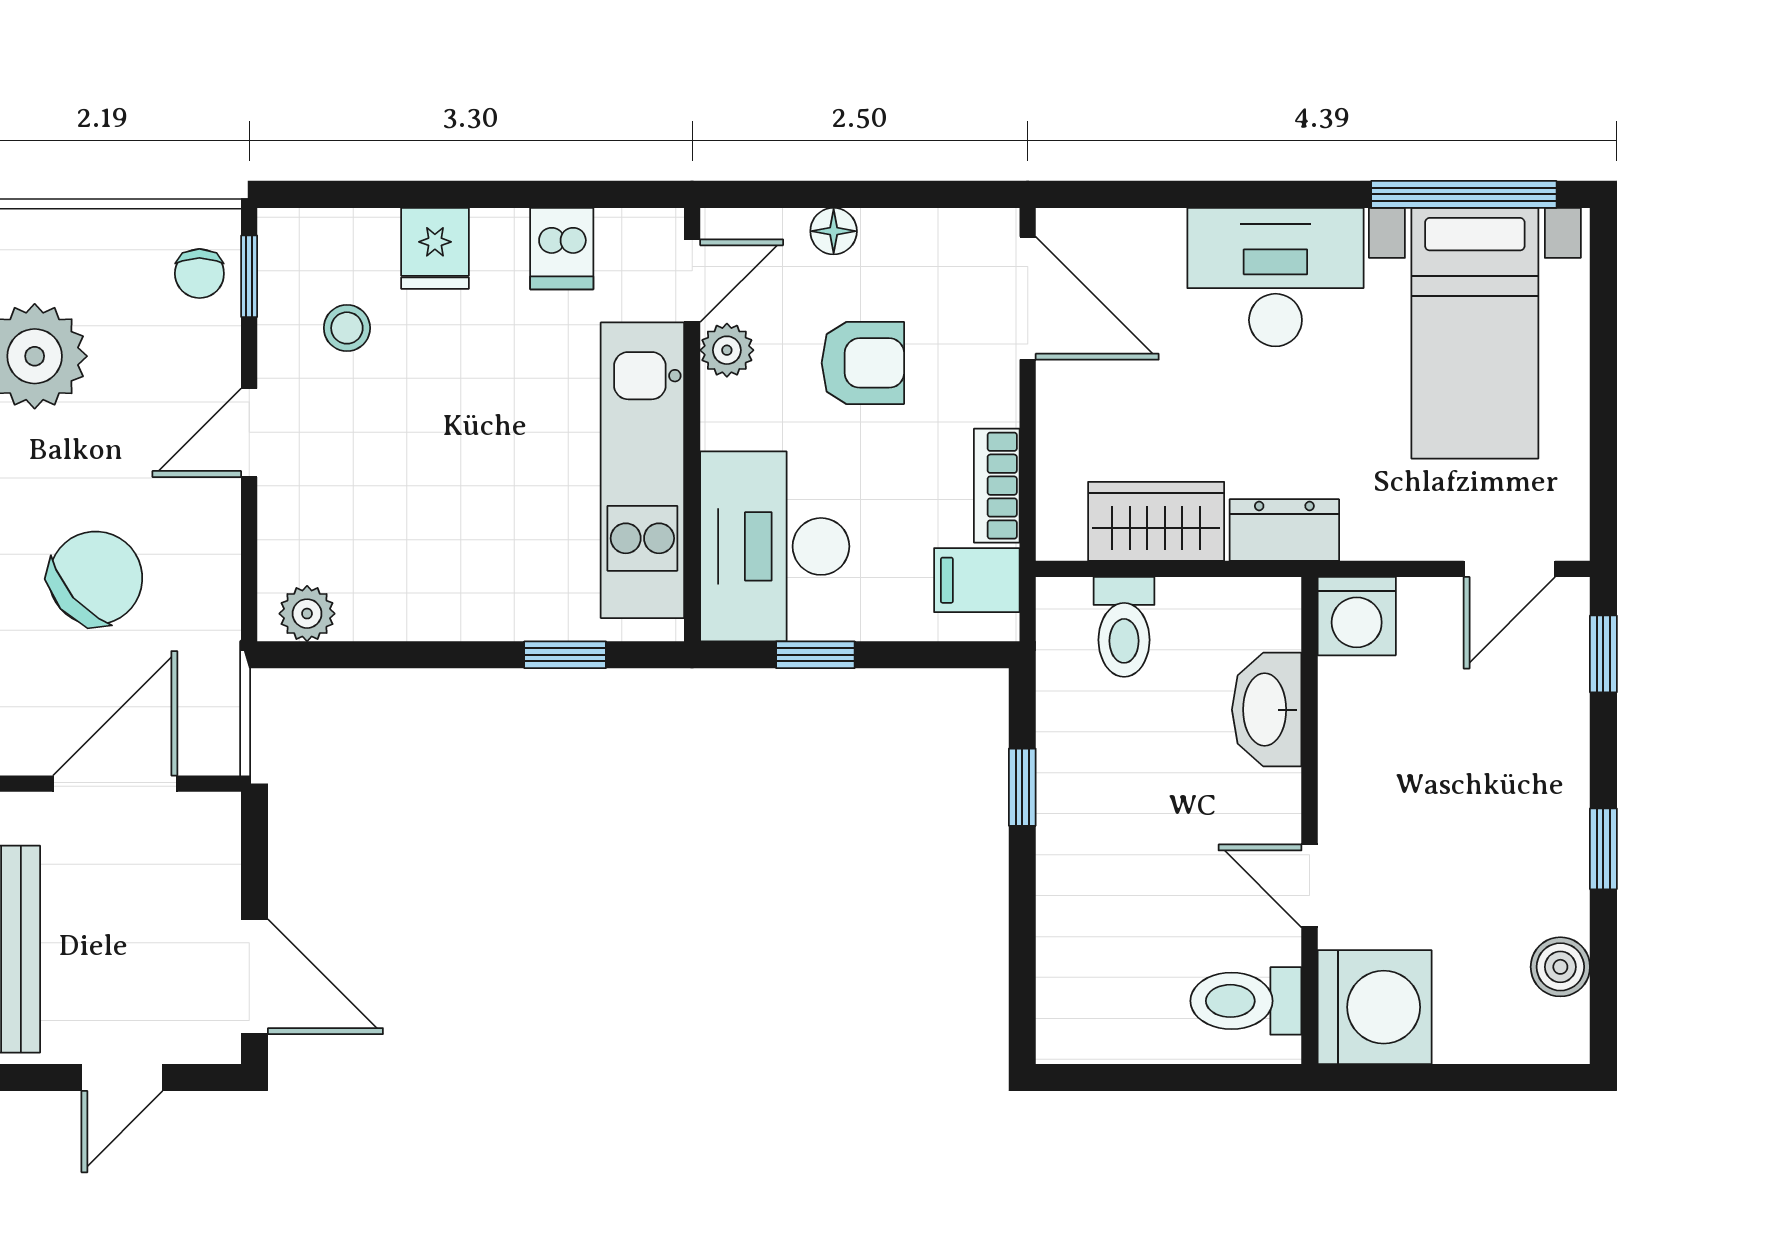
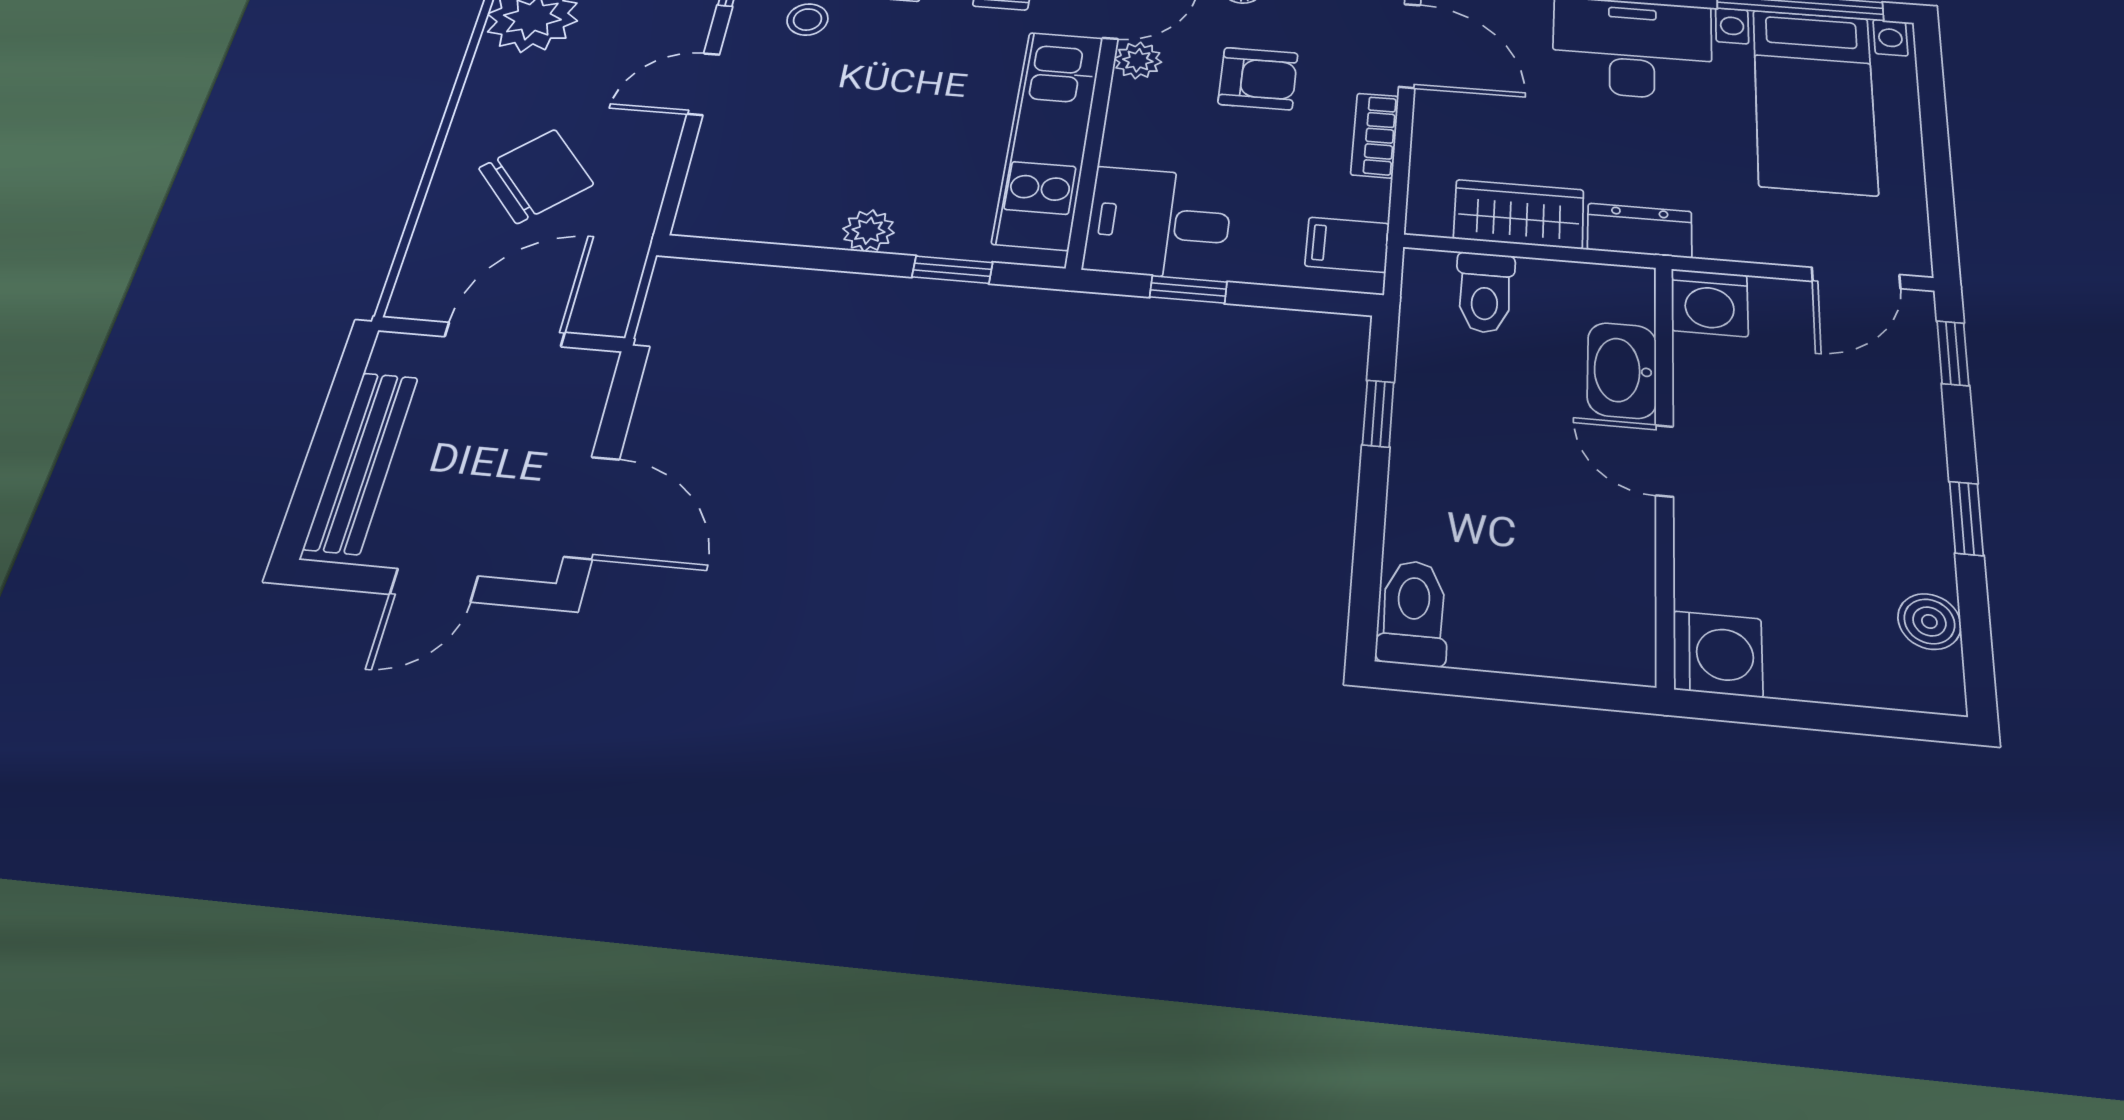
bookcase: (997, 486) -> (1375, 135), moved
desk: (775, 546) -> (1158, 223), width x0.73
plant: (307, 614) -> (869, 231), moved
door: (1309, 886) -> (1664, 461), moved
toilet: (1246, 1001) -> (1413, 613), moved, turned 90
washing machine: (1375, 1007) -> (1718, 654), width x0.73, depth x0.73

